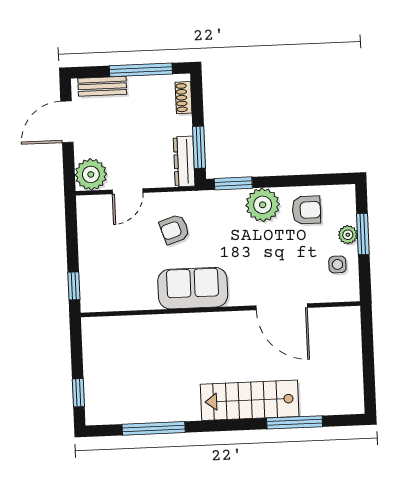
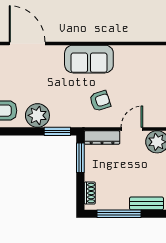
dresser: (184, 161) -> (102, 137), moved, turned 90

